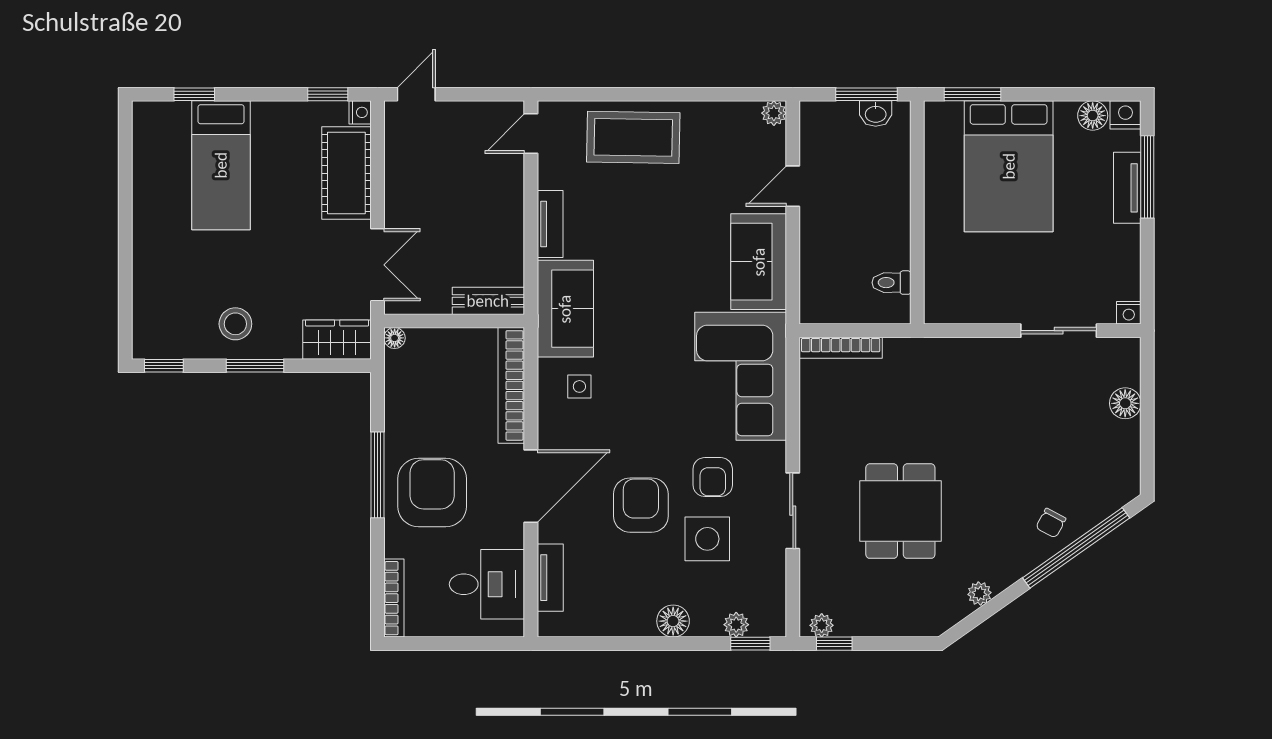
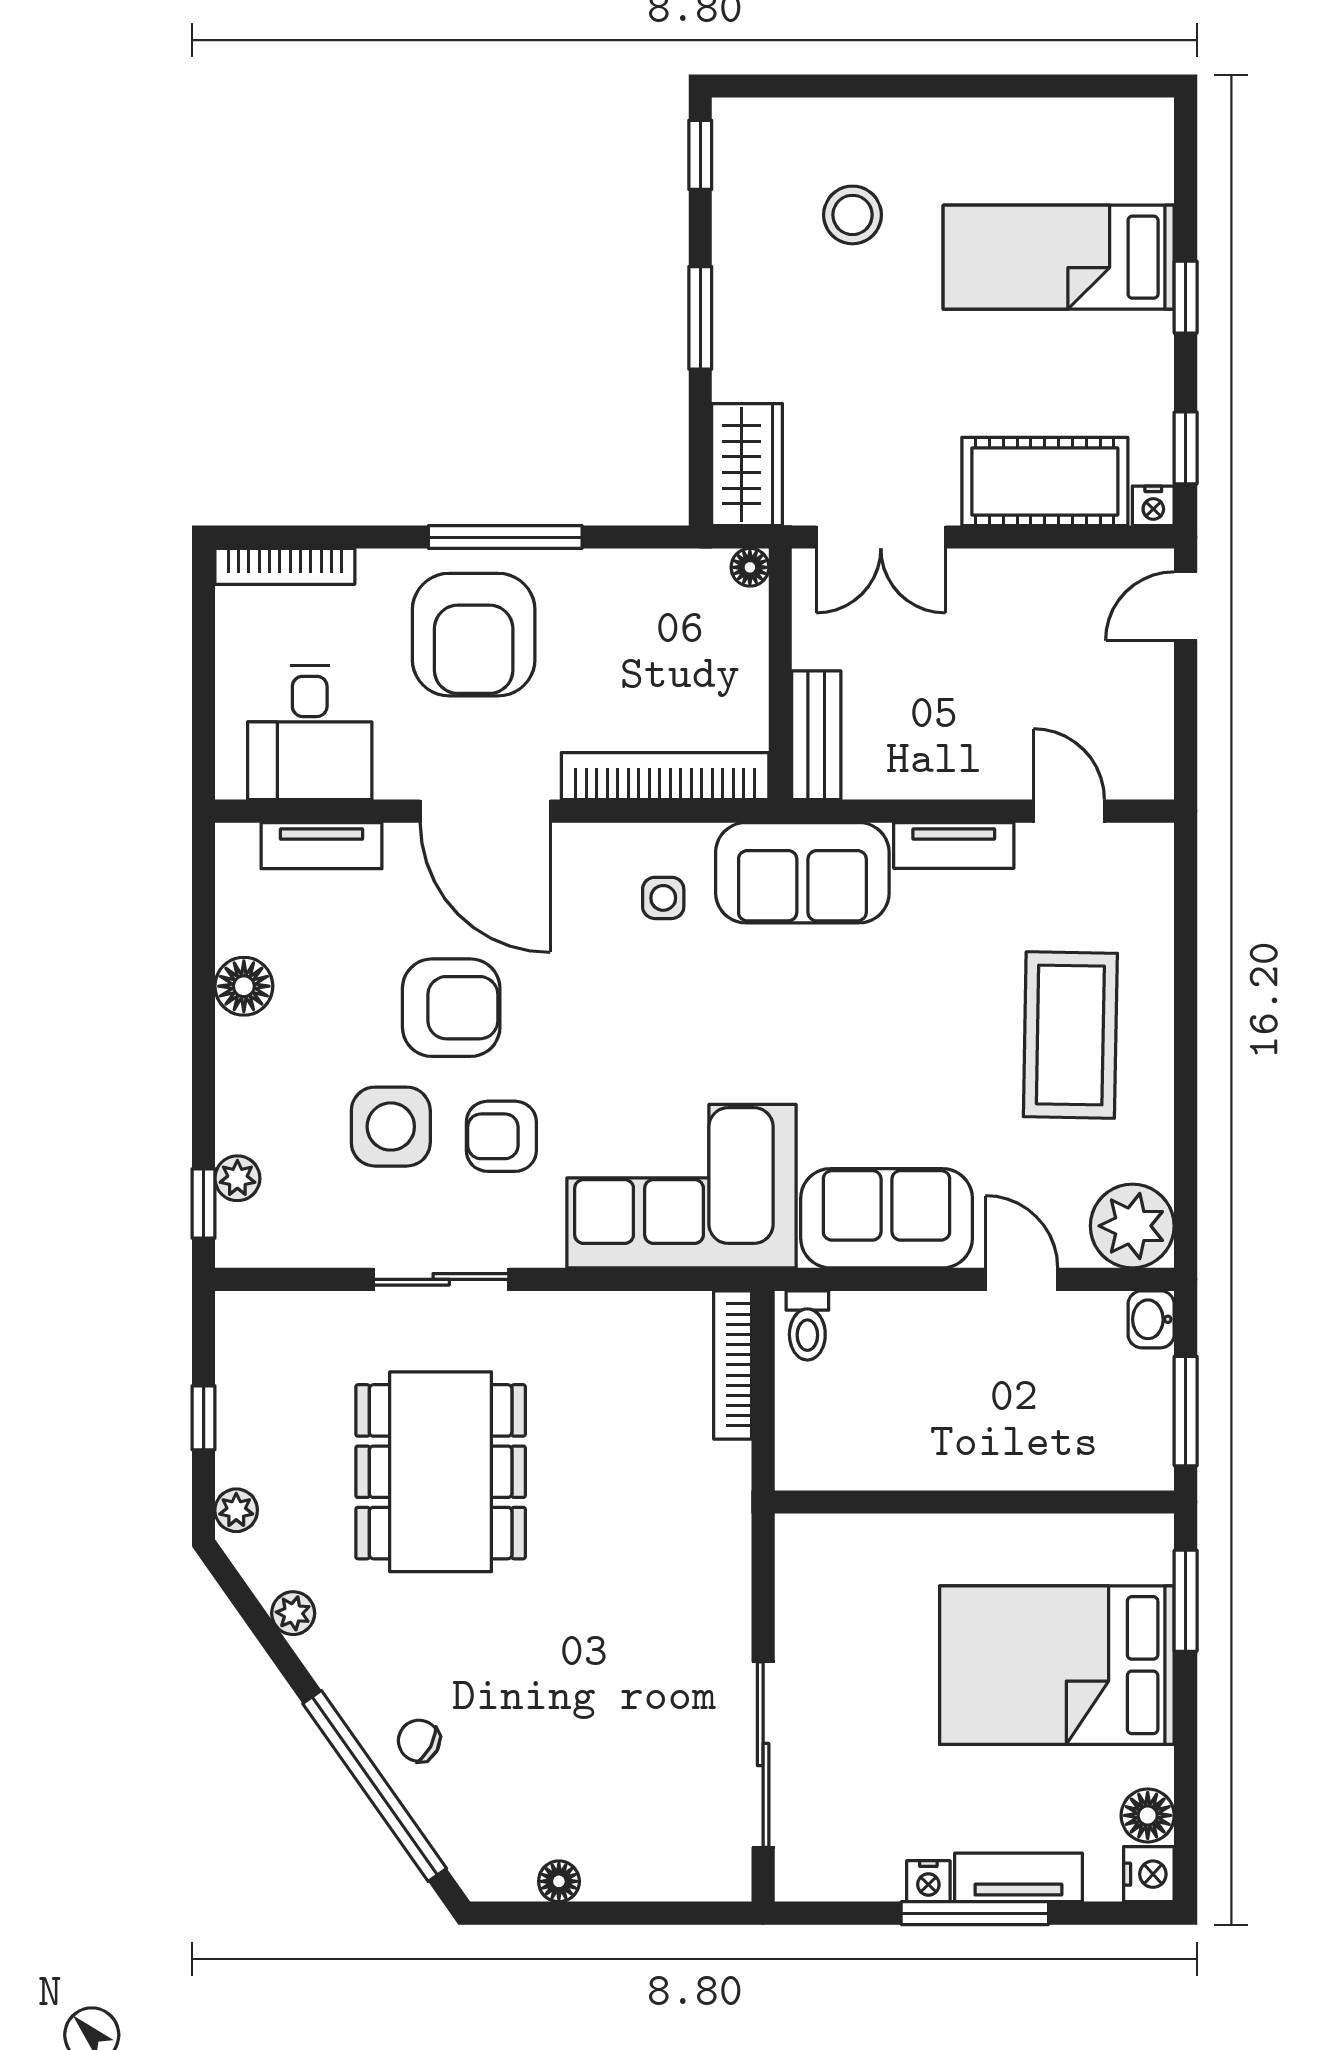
window: (194, 94) -> (1186, 297), moved
door: (416, 94) -> (1186, 606), swing flipped
plant: (774, 113) -> (1132, 1226), width x1.88, depth x1.88
washbasin: (876, 114) -> (1151, 1319), moved
door: (531, 134) -> (1069, 811), moved
coffee table: (633, 137) -> (1070, 1035), moved
window: (1147, 177) -> (975, 1913), moved
toilet: (892, 283) -> (807, 1325), moved, turned 180
nightstand: (1129, 313) -> (928, 1881), moved, turned -90
stool: (235, 324) -> (853, 215), moved
sliding door: (1059, 331) -> (763, 1755), width x1.37
floor lamp: (1125, 403) -> (559, 1881), moved, width x0.73, depth x0.73
armchair: (432, 493) -> (474, 635), turned 90
dining table: (900, 511) -> (441, 1472), width x1.38
floor lamp: (673, 621) -> (244, 986), moved
plant: (822, 625) -> (236, 1510), moved
window: (834, 644) -> (204, 1418), moved

